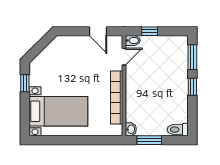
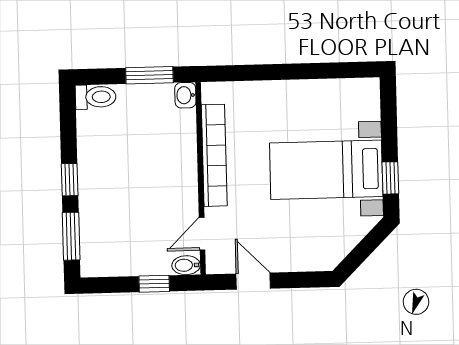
bed with nightstands: (58, 111) -> (326, 170), moved

